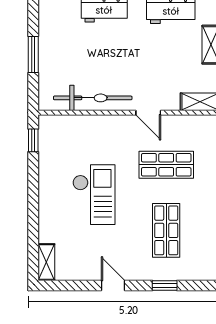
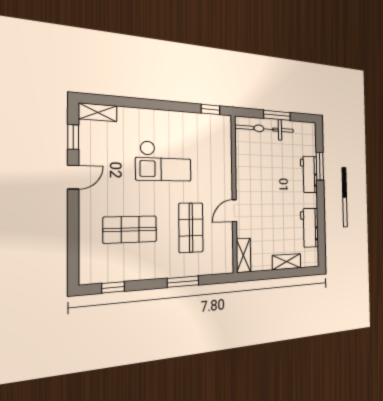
bicycle: (93, 98) -> (265, 129), moved, turned 90
window: (165, 285) -> (73, 137), moved

